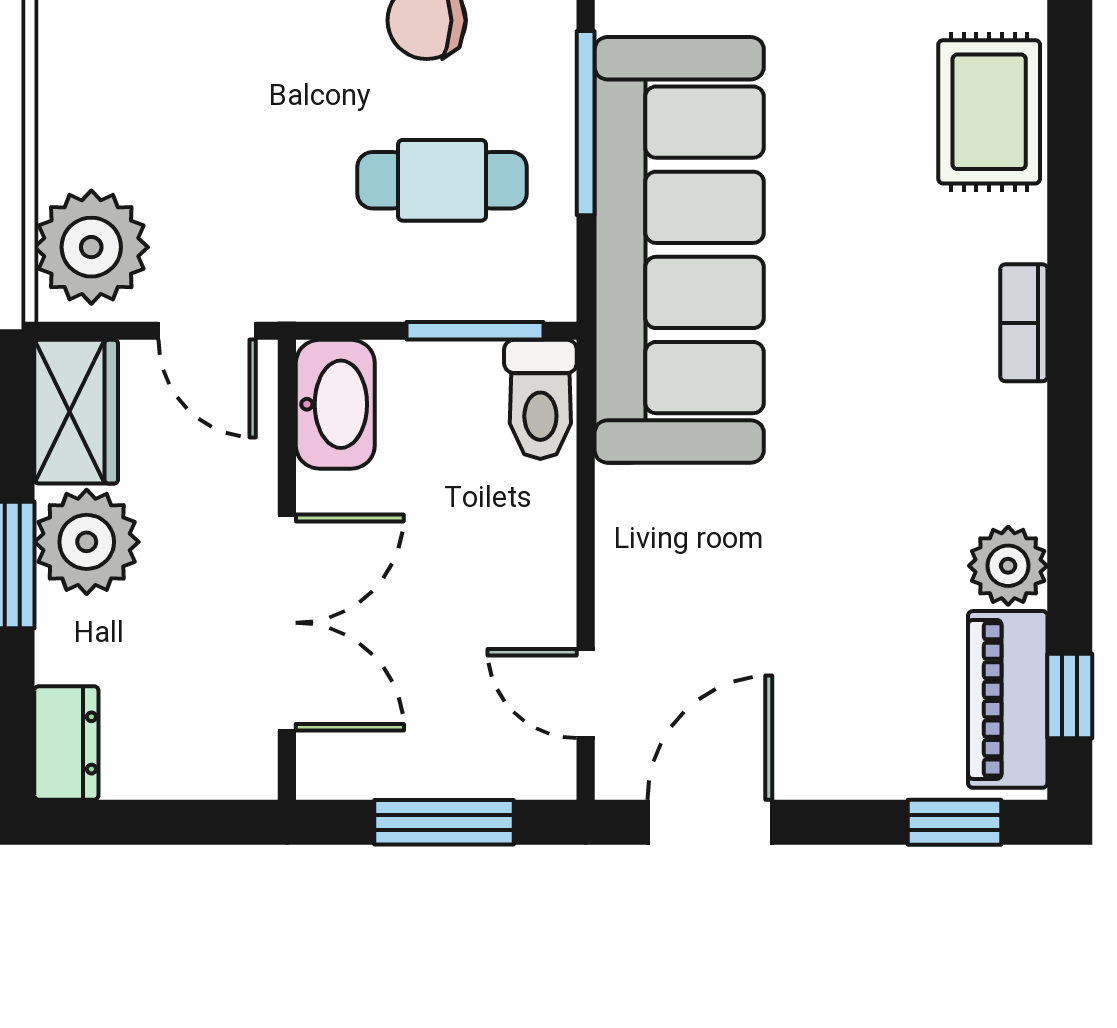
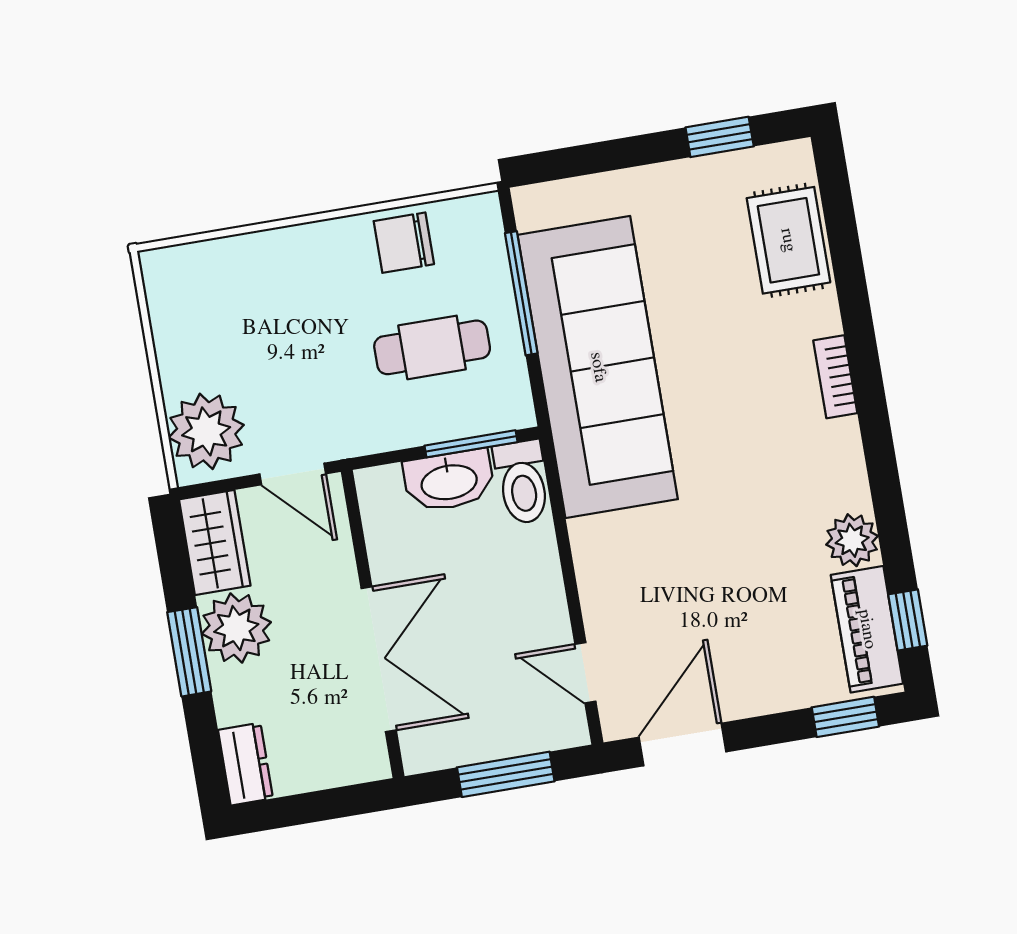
washbasin: (335, 404) -> (449, 481), moved, turned 90

